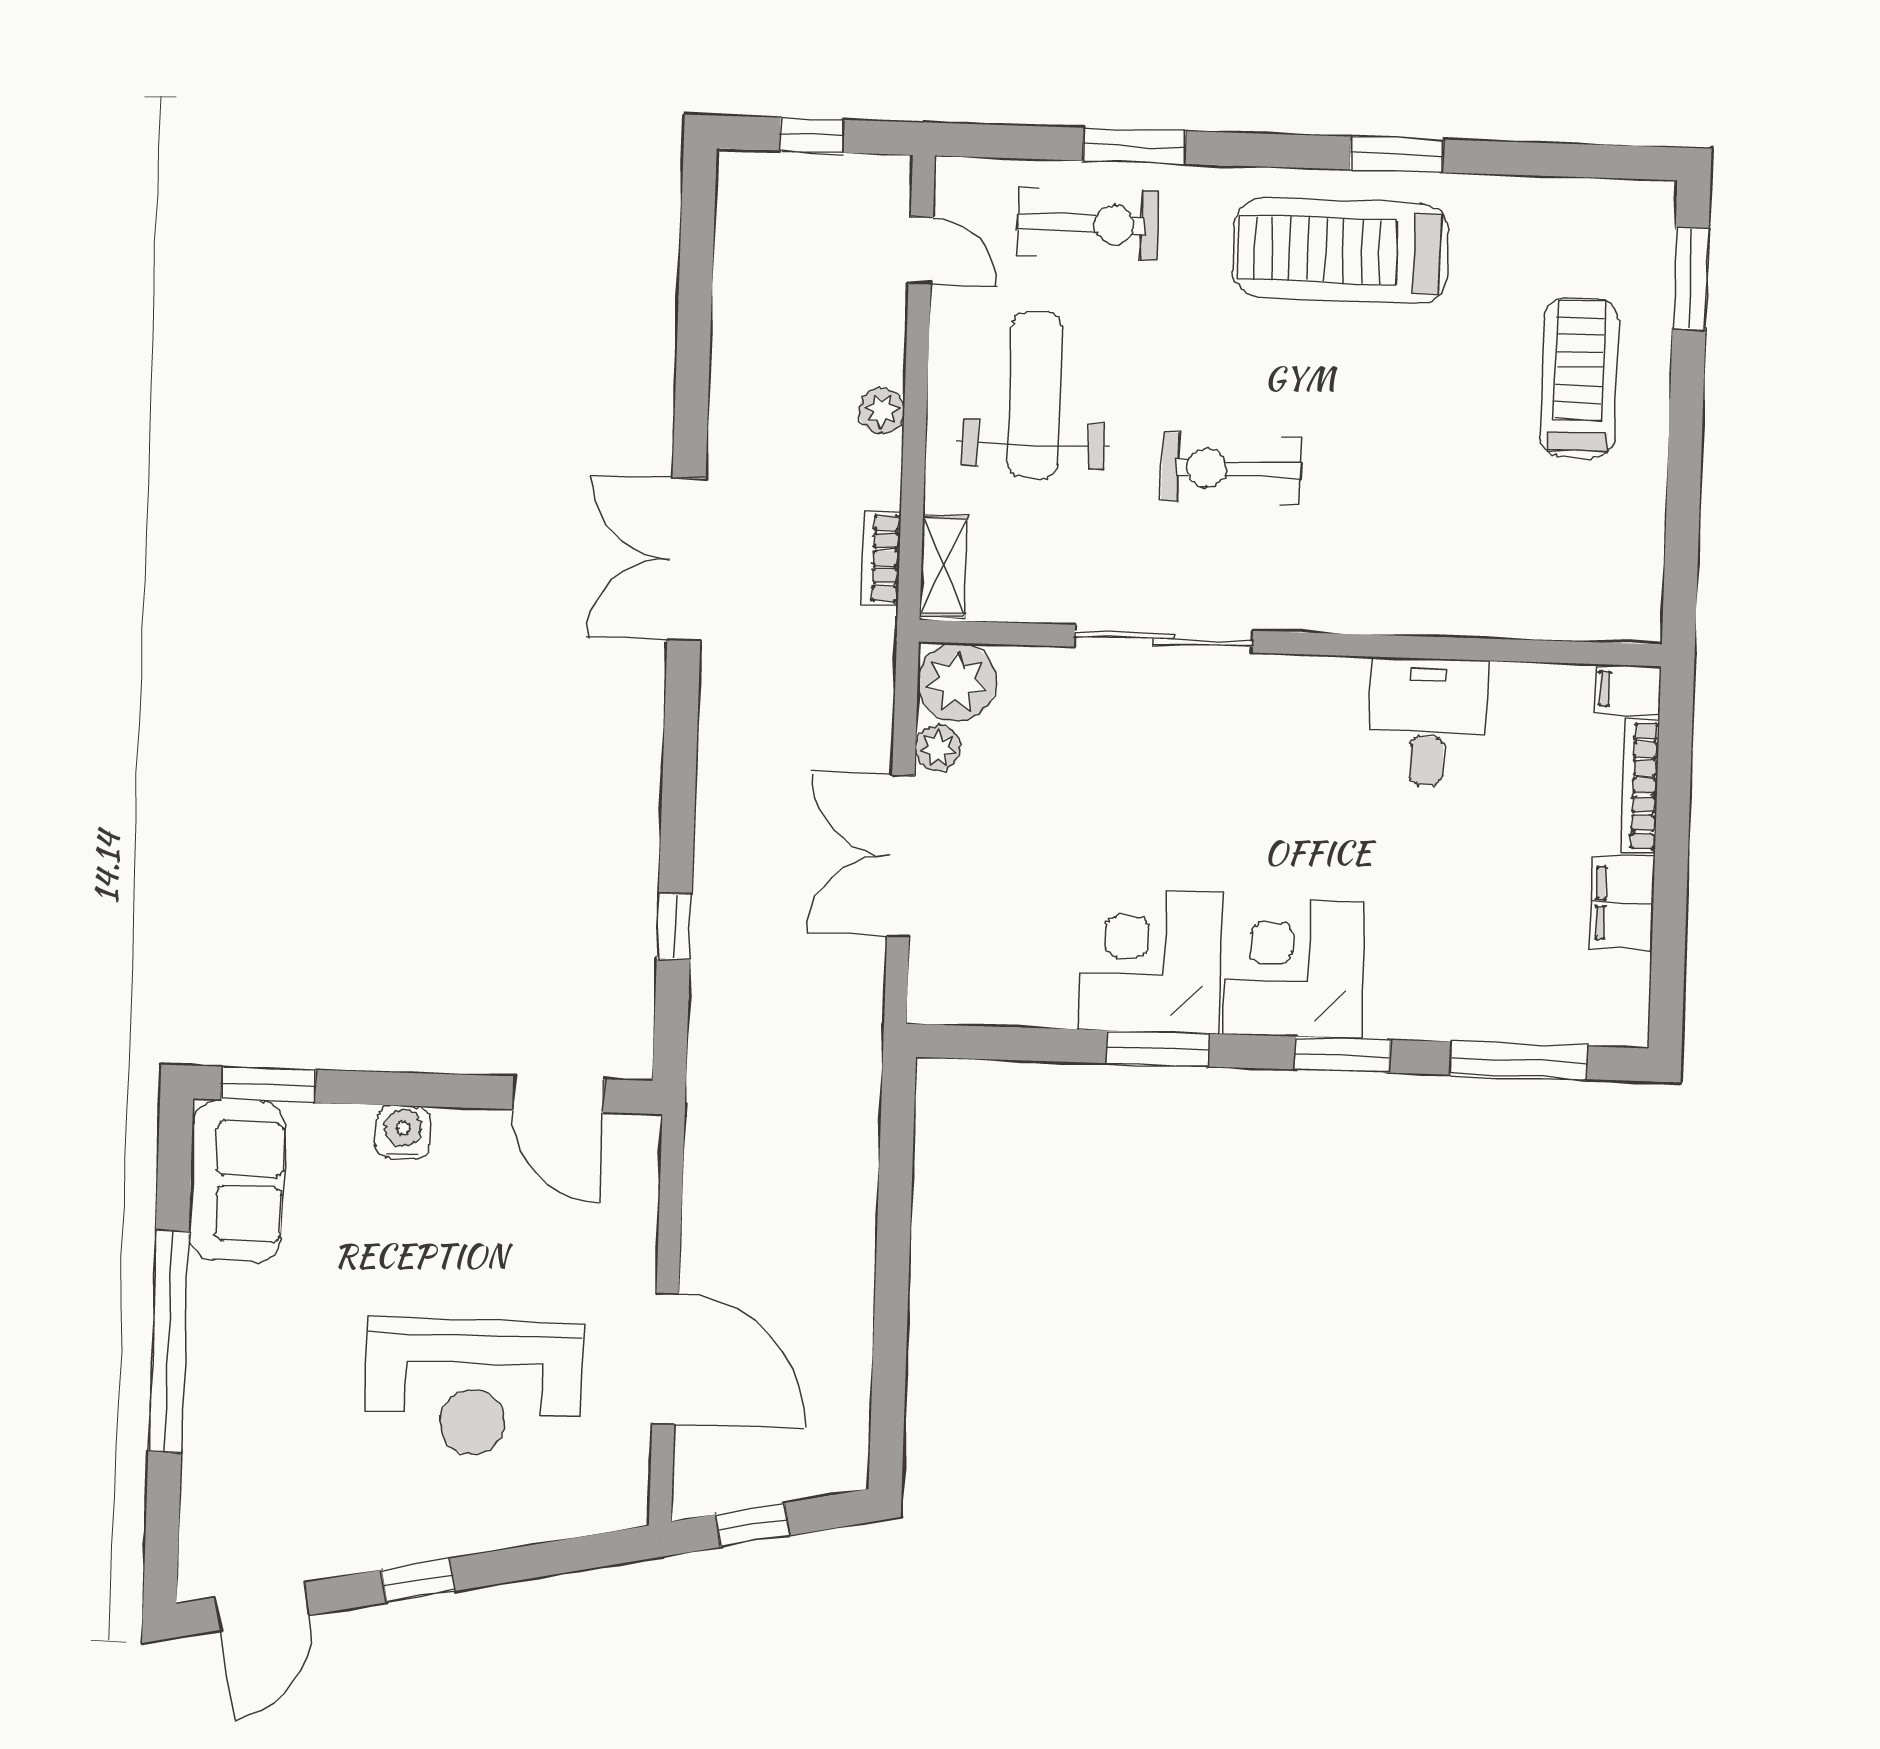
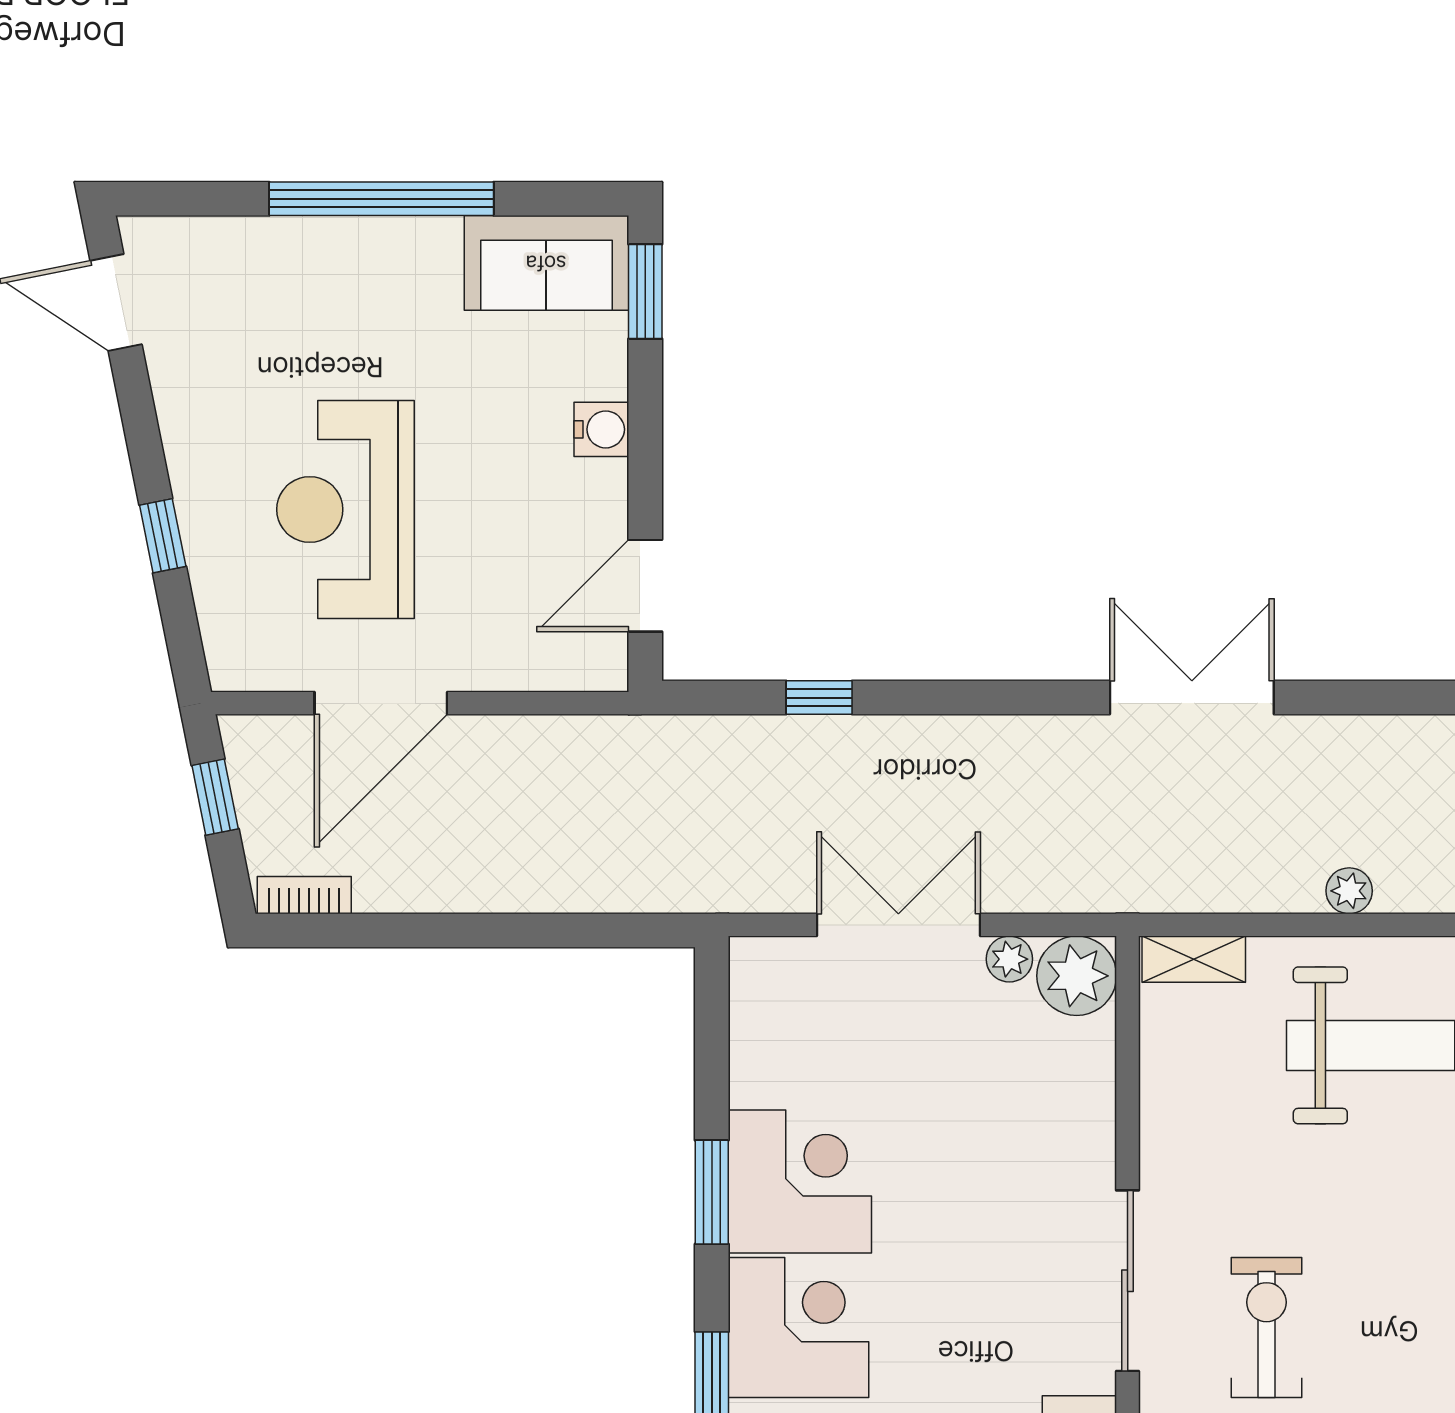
exercise bike: (1231, 469) -> (1266, 1327), moved
bookcase: (881, 558) -> (304, 895), moved
sliding door: (1164, 639) -> (1128, 1281), moved
window: (418, 1580) -> (163, 536), moved

